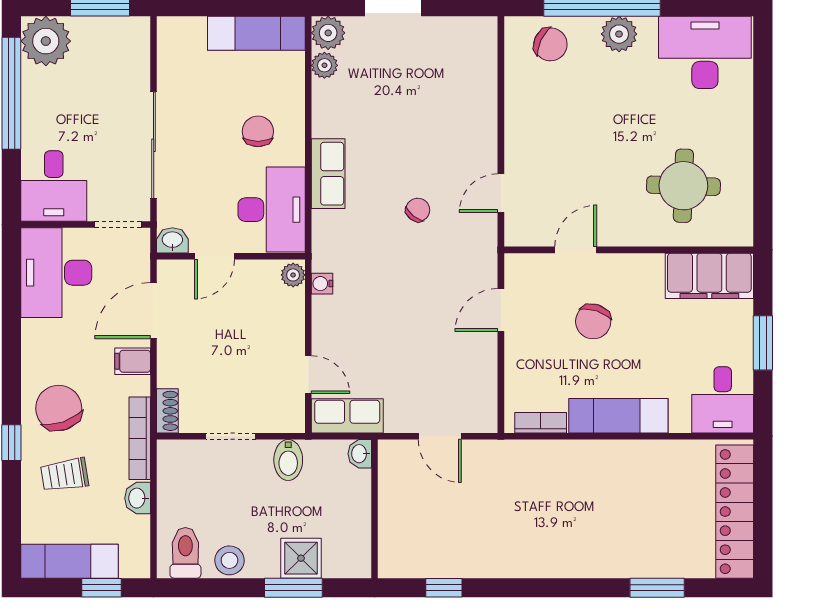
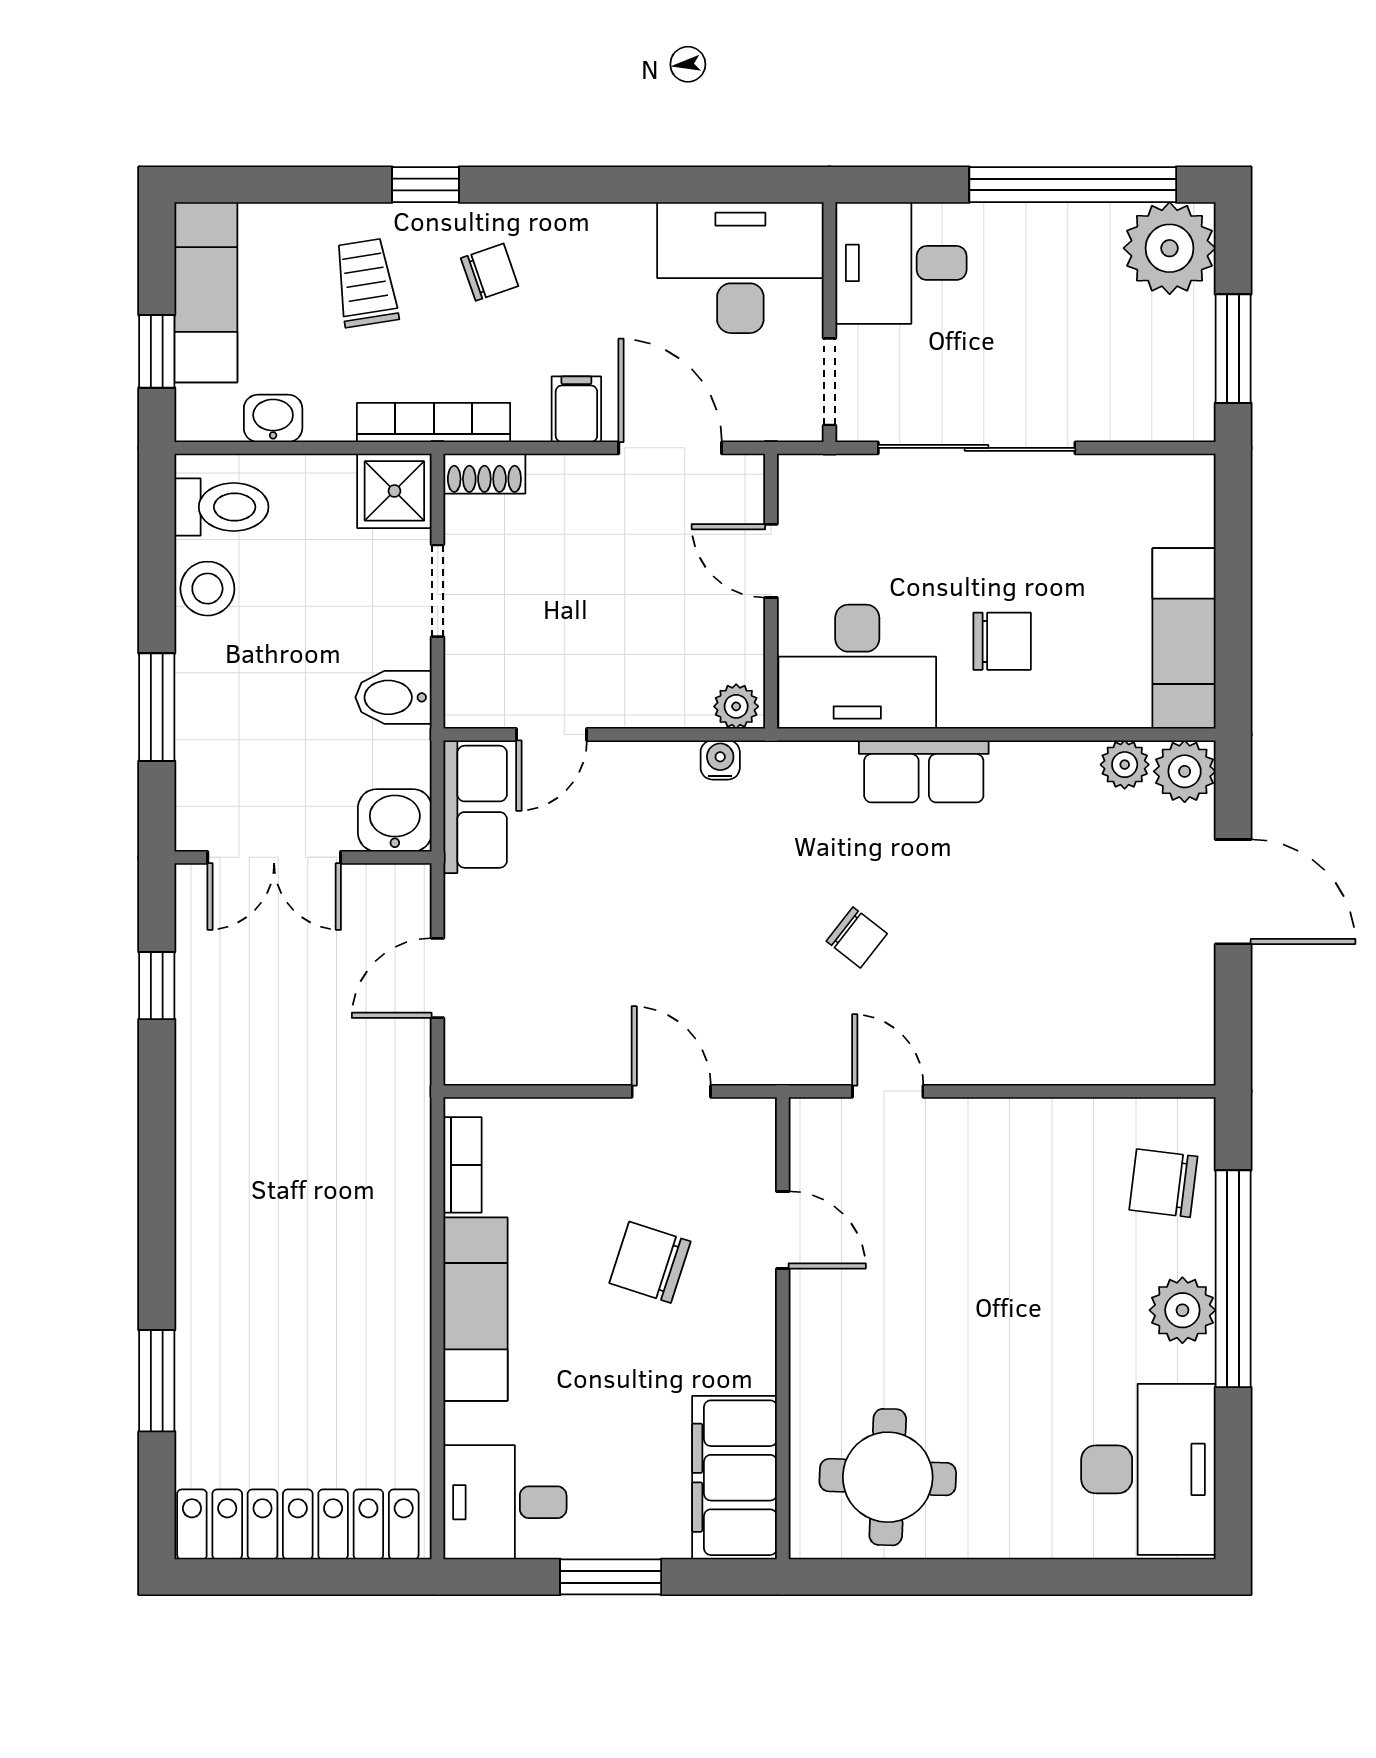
chair: (550, 44) -> (1163, 1183), turned 72
round table: (683, 186) -> (888, 1477), moved
washbasin: (172, 240) -> (800, 483), removed
chair: (59, 408) -> (490, 272), width x0.54, depth x0.54
washbasin: (360, 454) -> (395, 820), width x1.38, depth x1.45
washbasin: (138, 498) -> (273, 418), moved
double door: (375, 524) -> (274, 857), added
shower: (301, 558) -> (394, 491), moved

